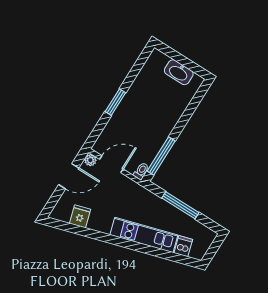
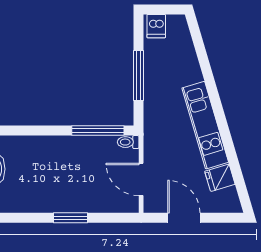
plant: (90, 160) -> (151, 205), removed
kitchen unit: (144, 235) -> (205, 125), moved
dishwasher: (183, 246) -> (156, 26), moved, turned -74

